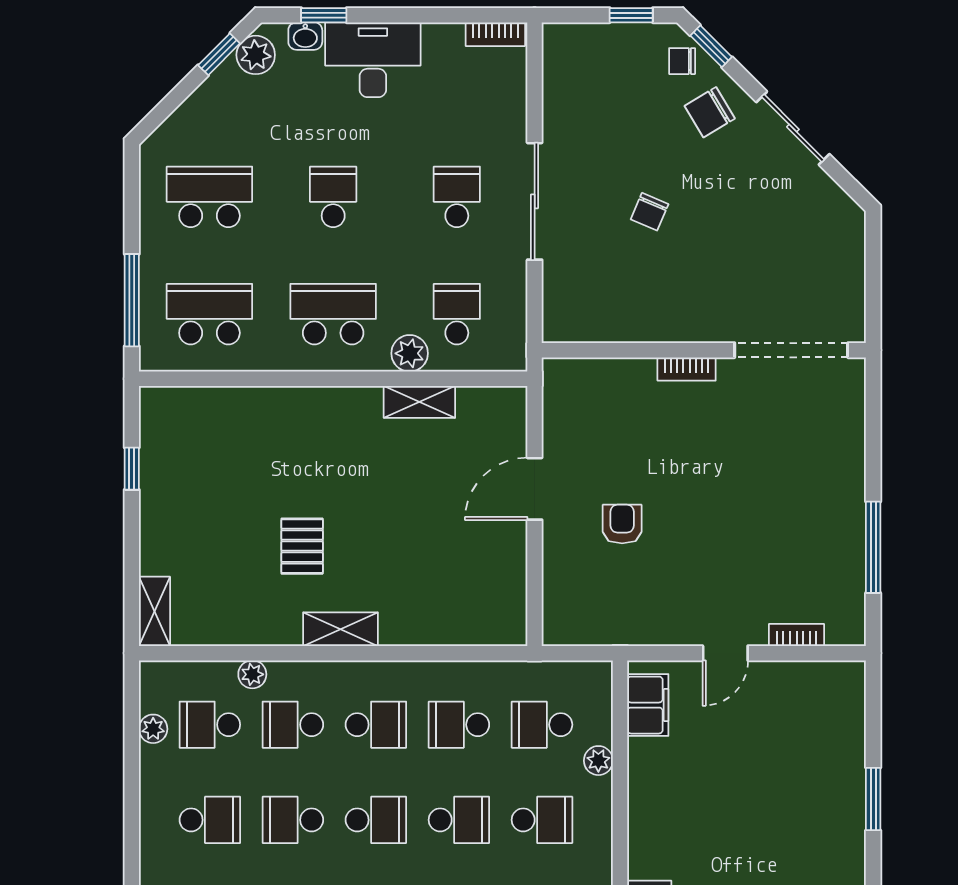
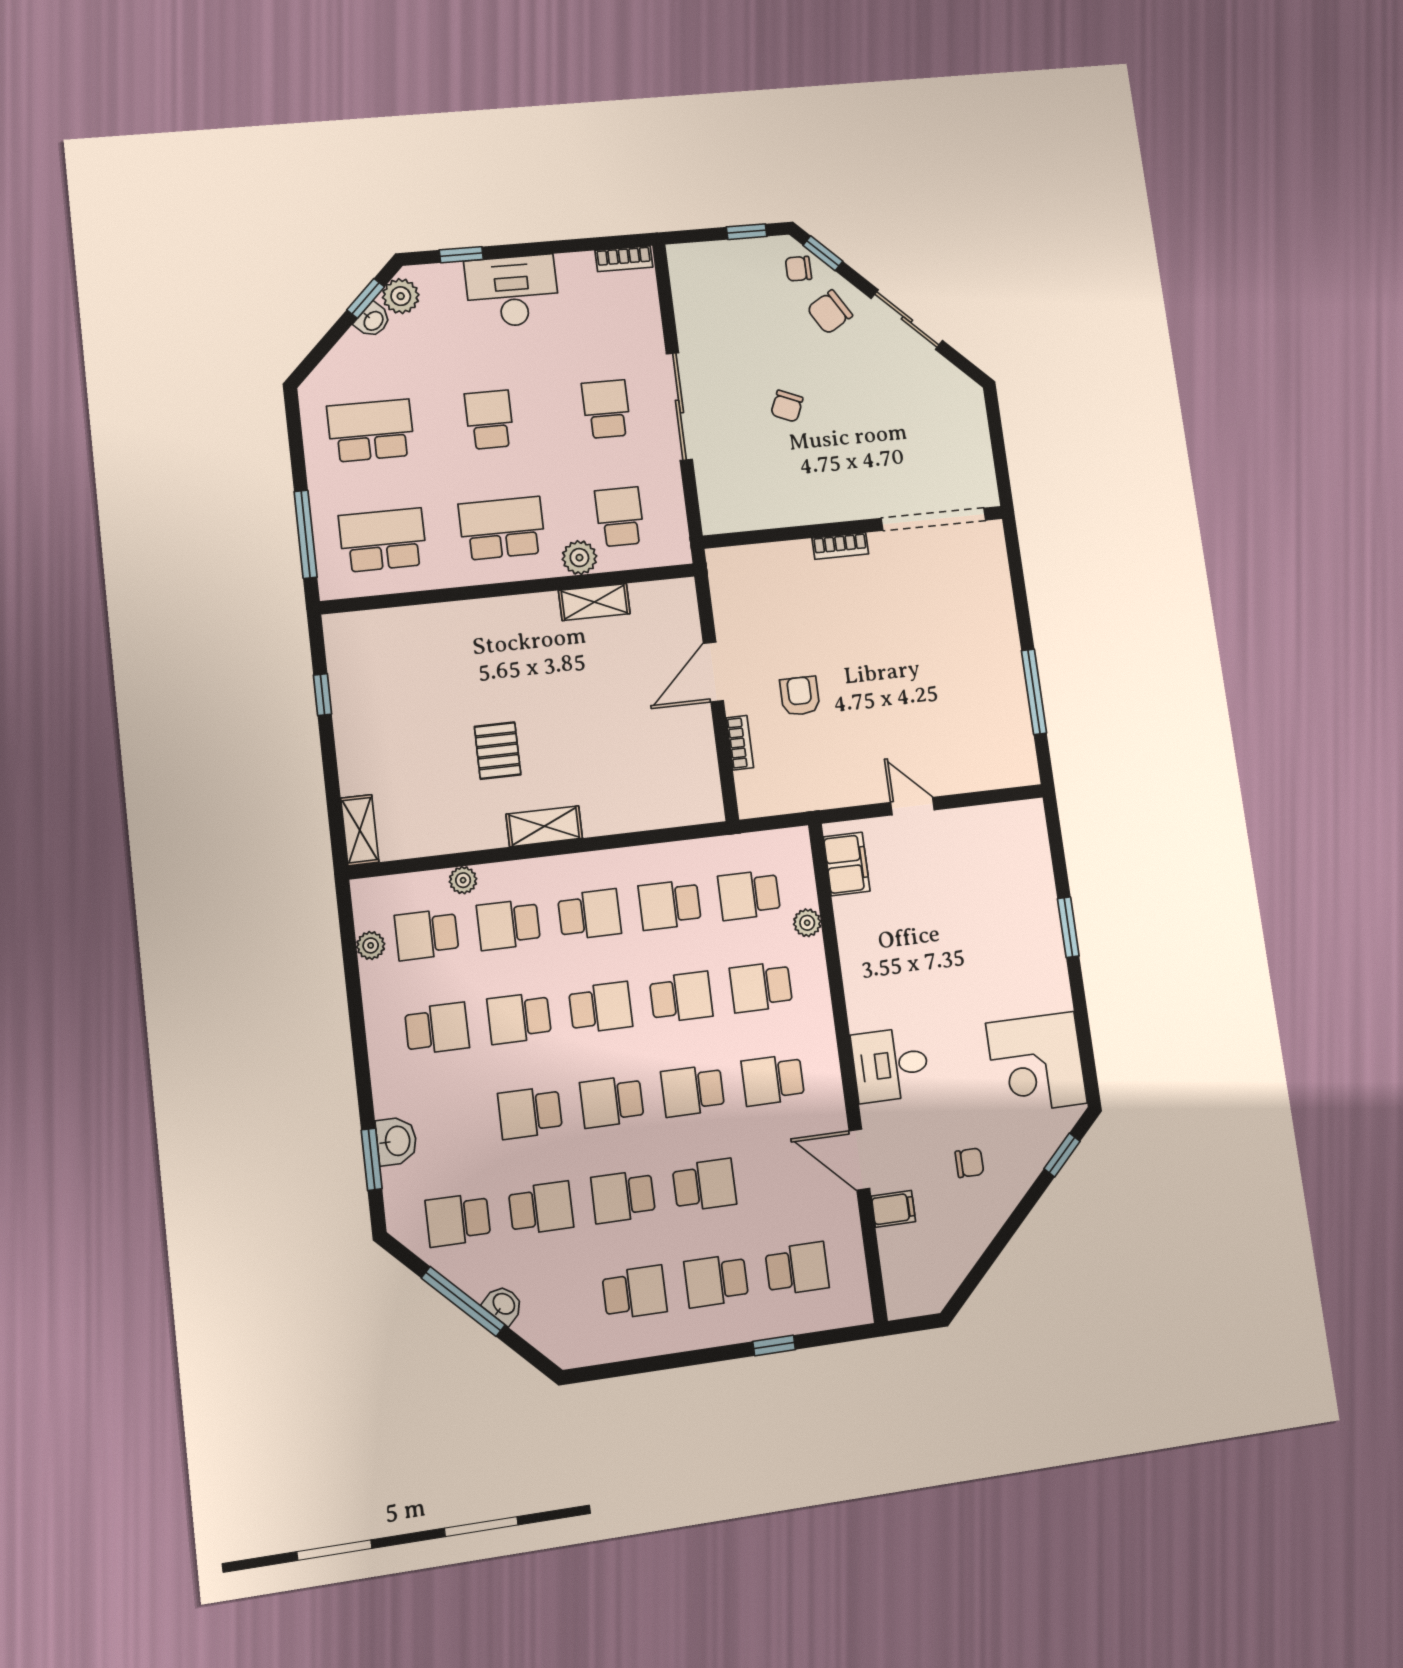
washbasin: (305, 36) -> (373, 320), moved, turned -45
bookcase: (797, 635) -> (740, 743), moved, turned 90
door: (725, 653) -> (912, 806), swing flipped
school desk: (542, 820) -> (761, 987), turned 180

